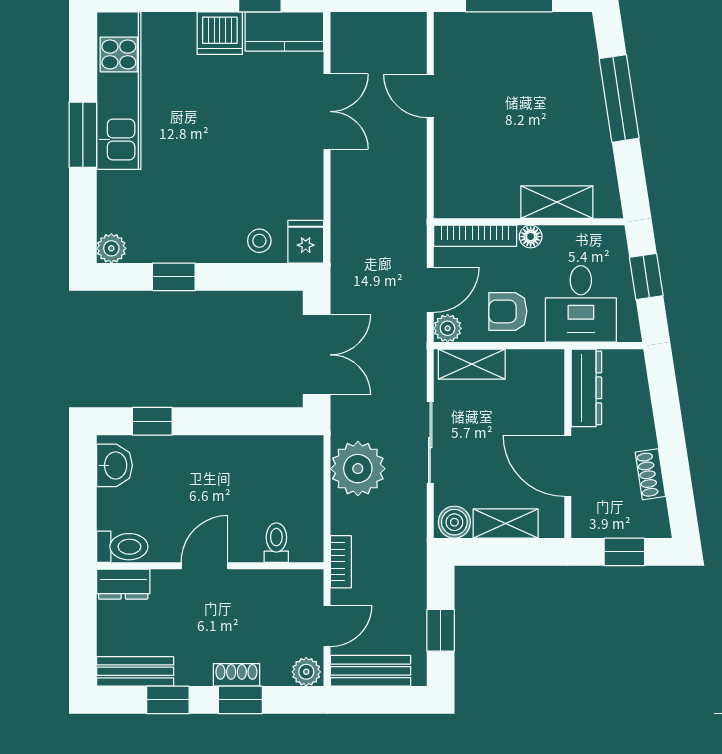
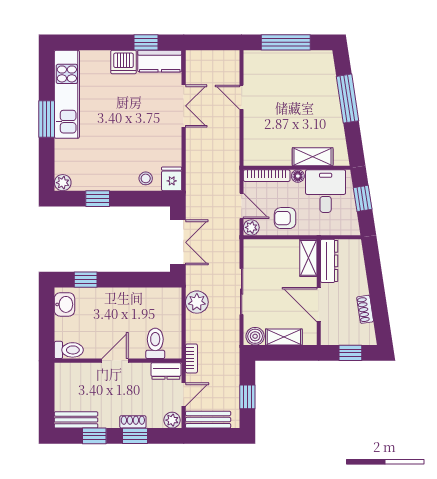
door: (430, 290) -> (242, 206), hinge flipped
desk: (581, 304) -> (326, 191), moved, turned 180
shelving: (472, 364) -> (308, 258), moved, turned 90
plant: (358, 469) -> (197, 302), width x0.73, depth x0.73
toilet: (276, 543) -> (155, 343), width x1.37, depth x1.39
dresser: (123, 584) -> (166, 371), moved

